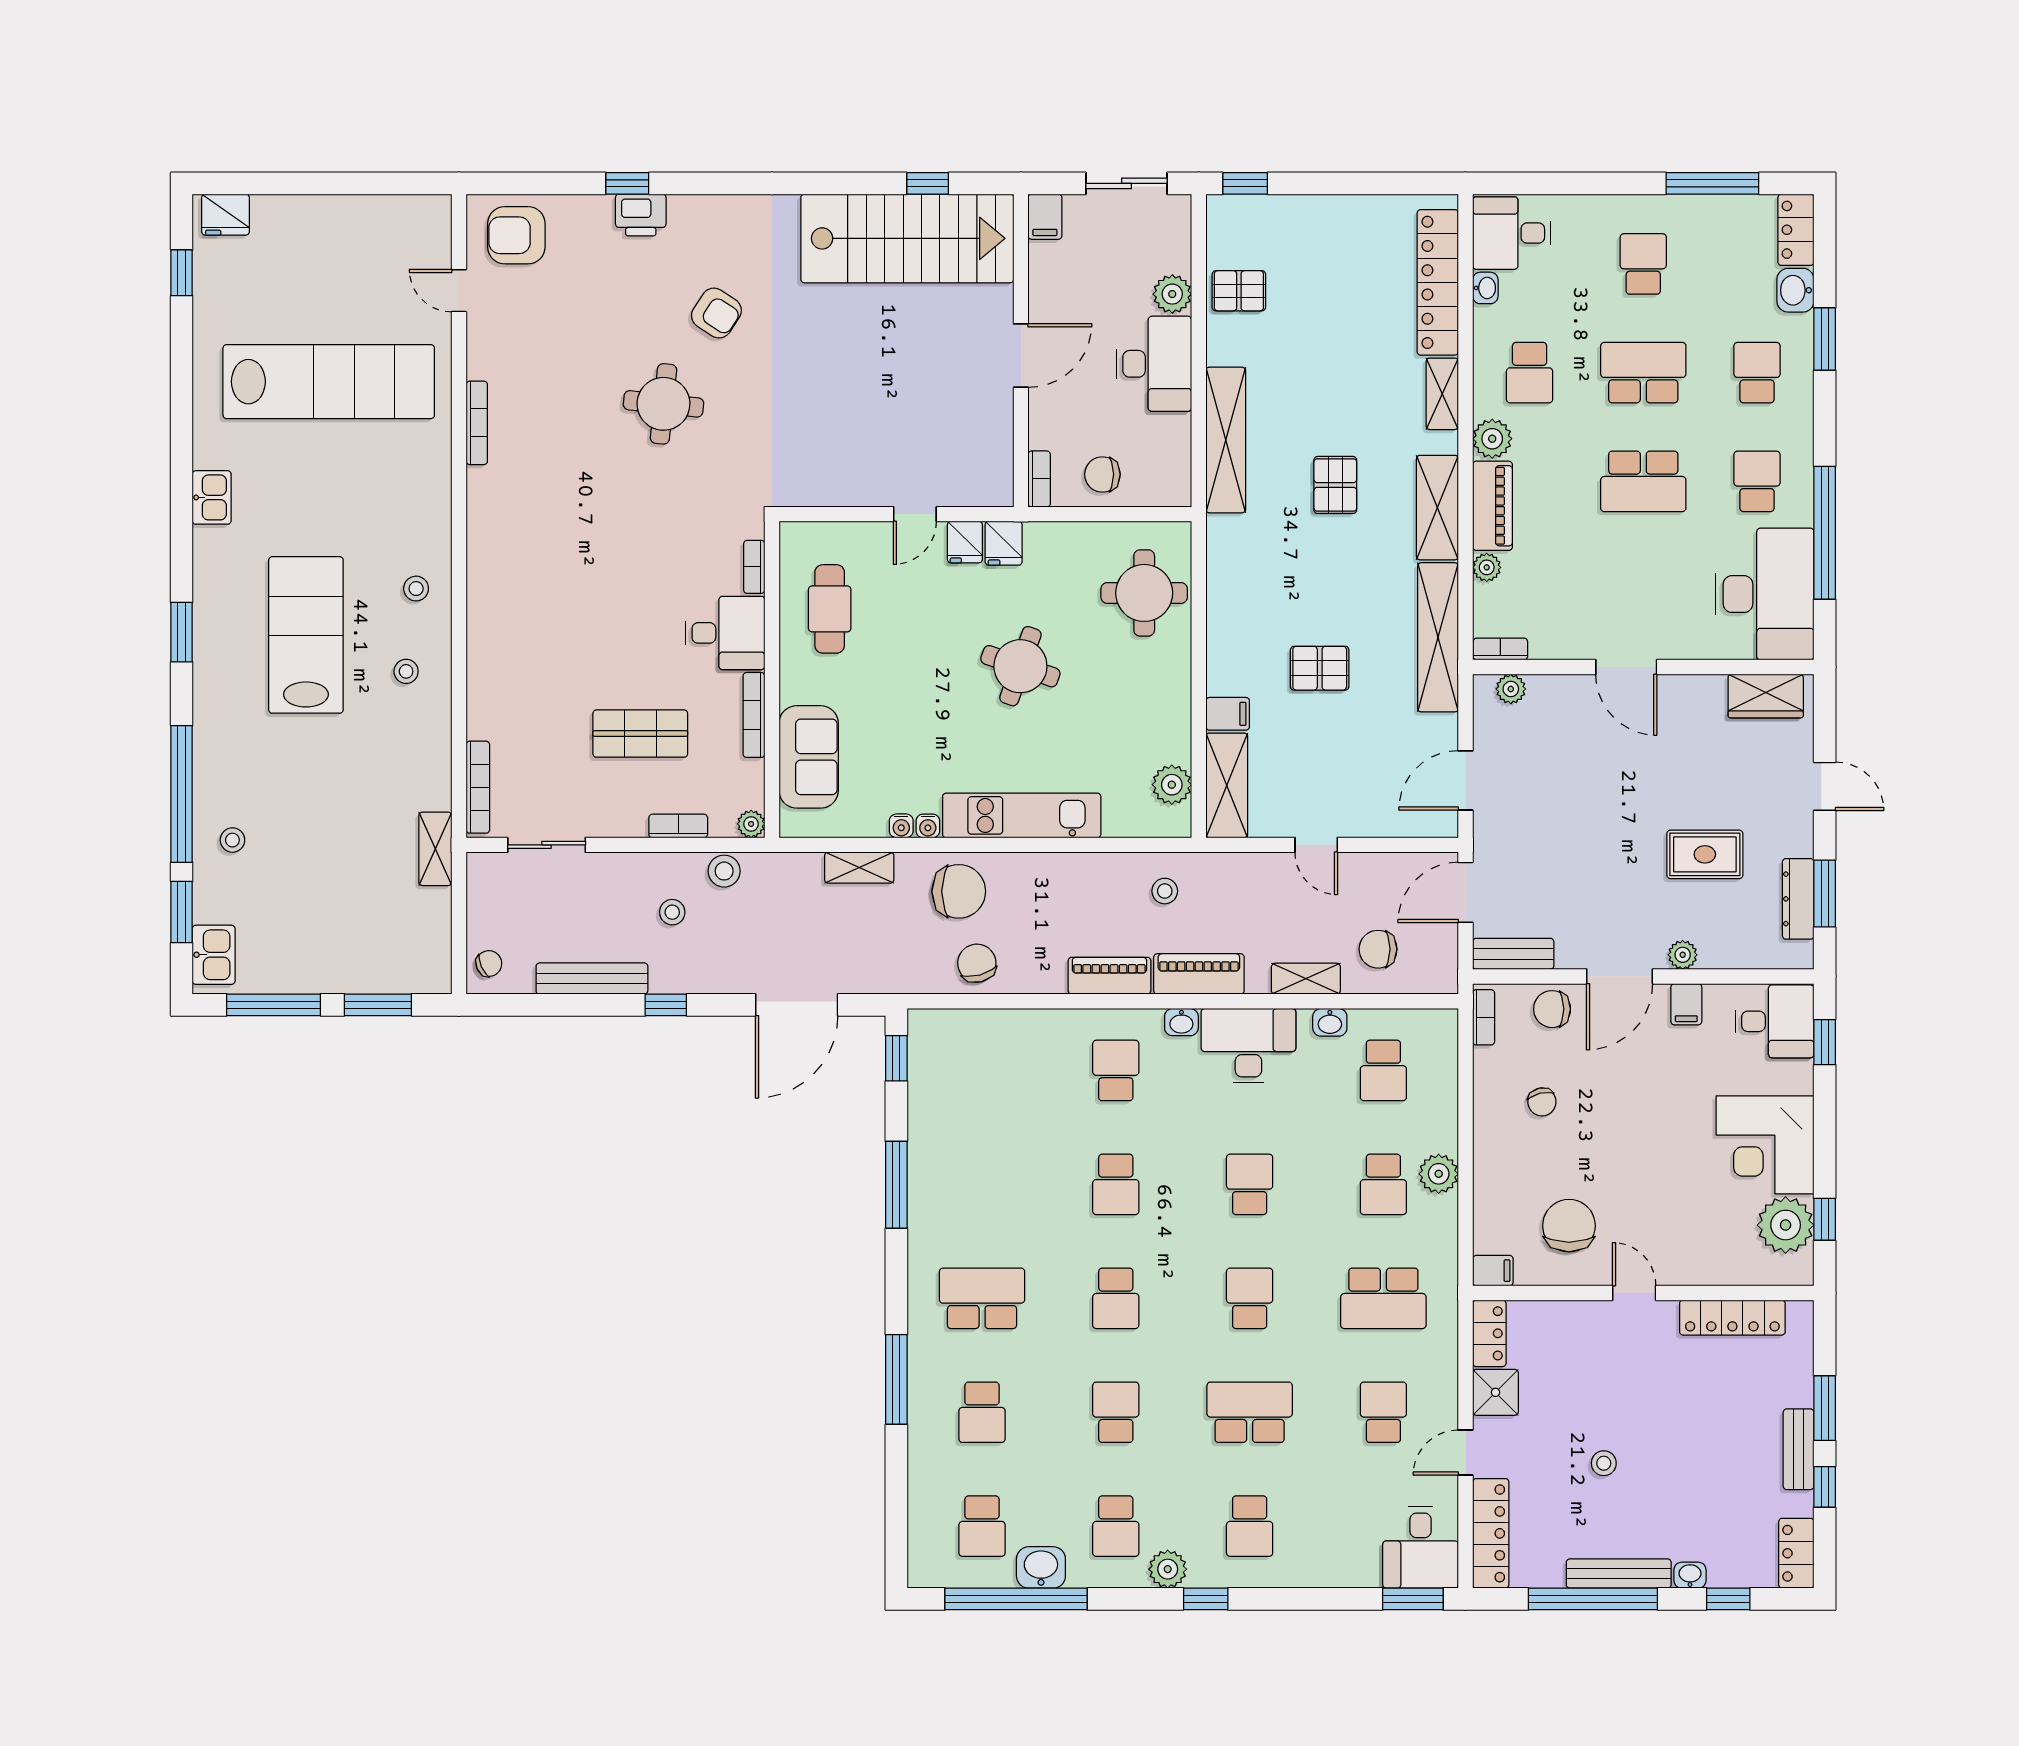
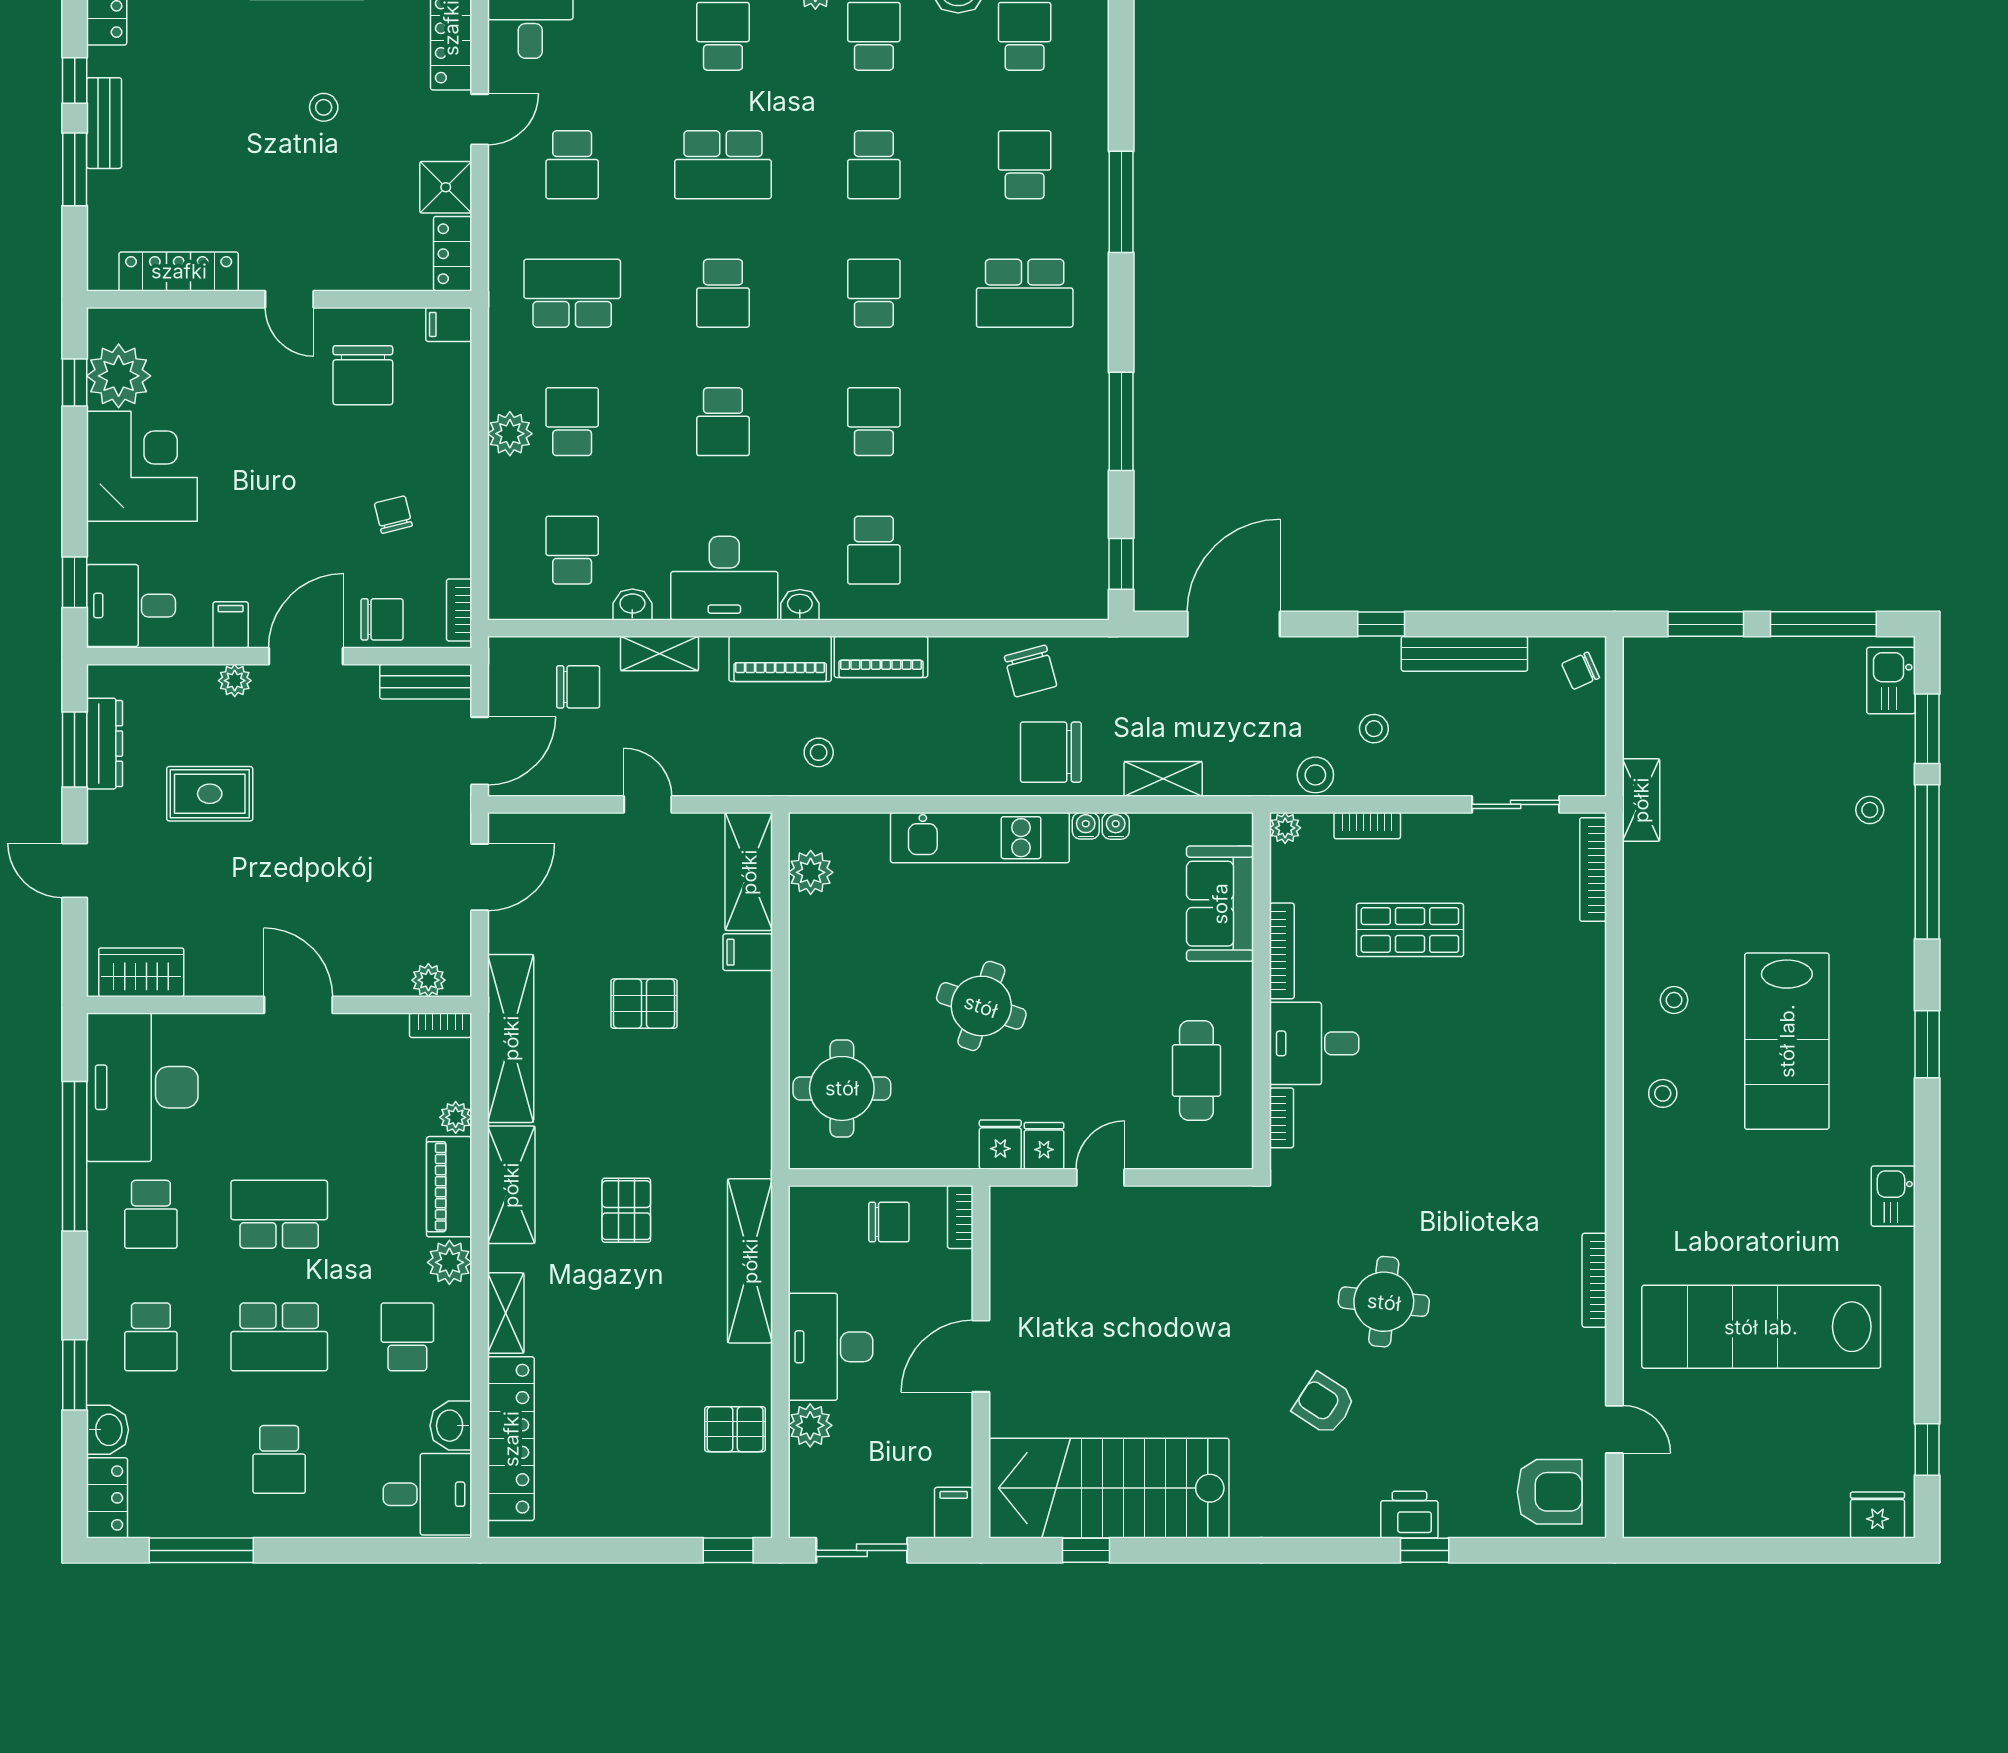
washbasin: (1485, 288) -> (451, 1426), width x1.38, depth x1.45

